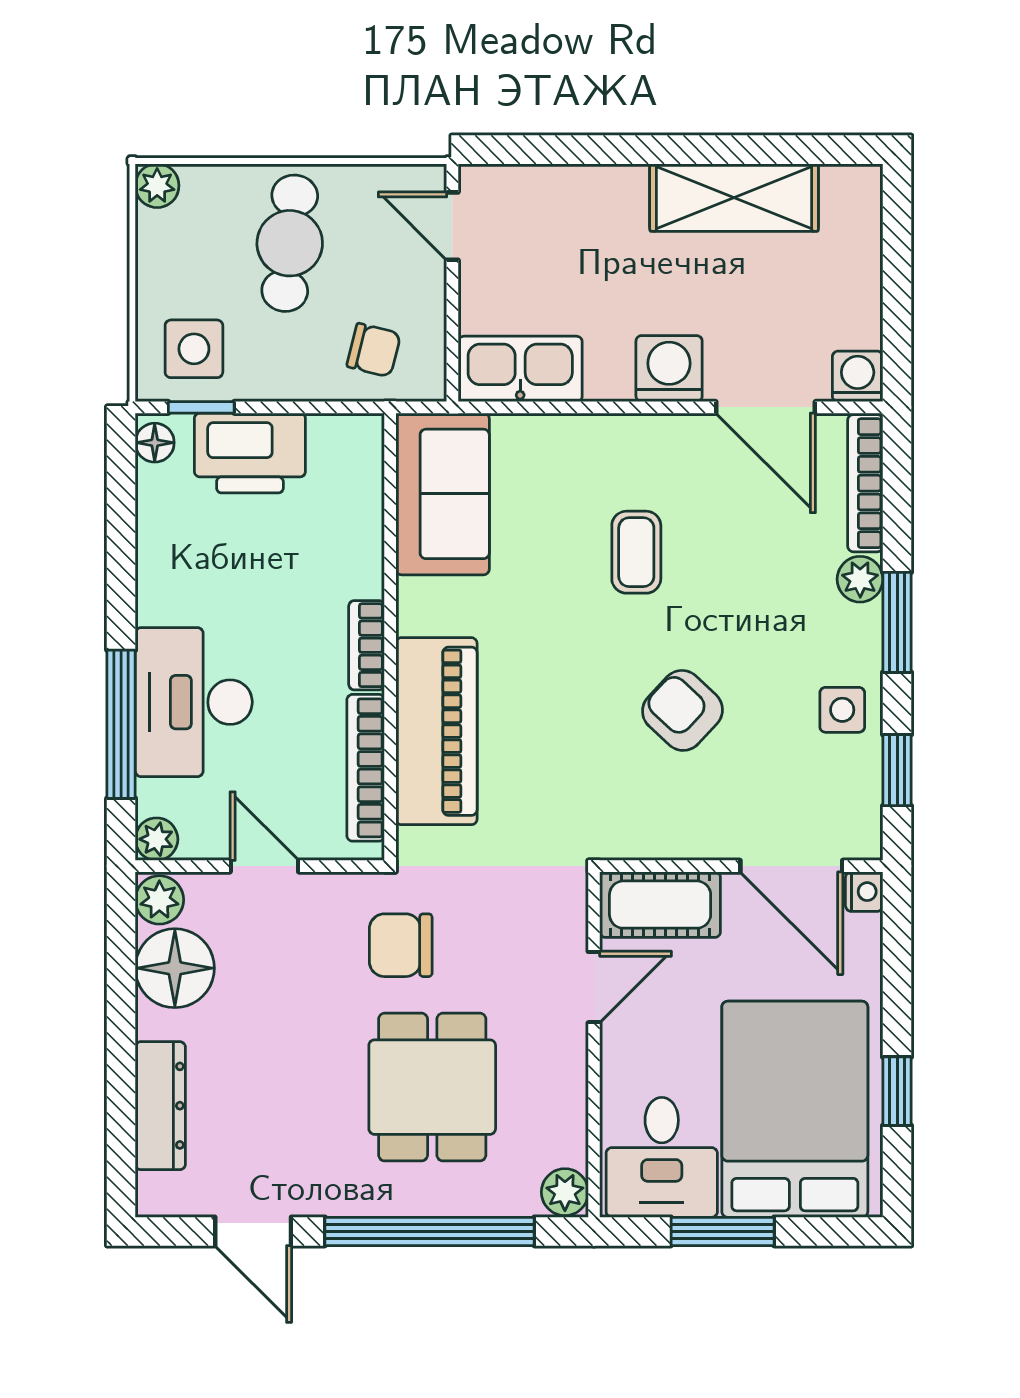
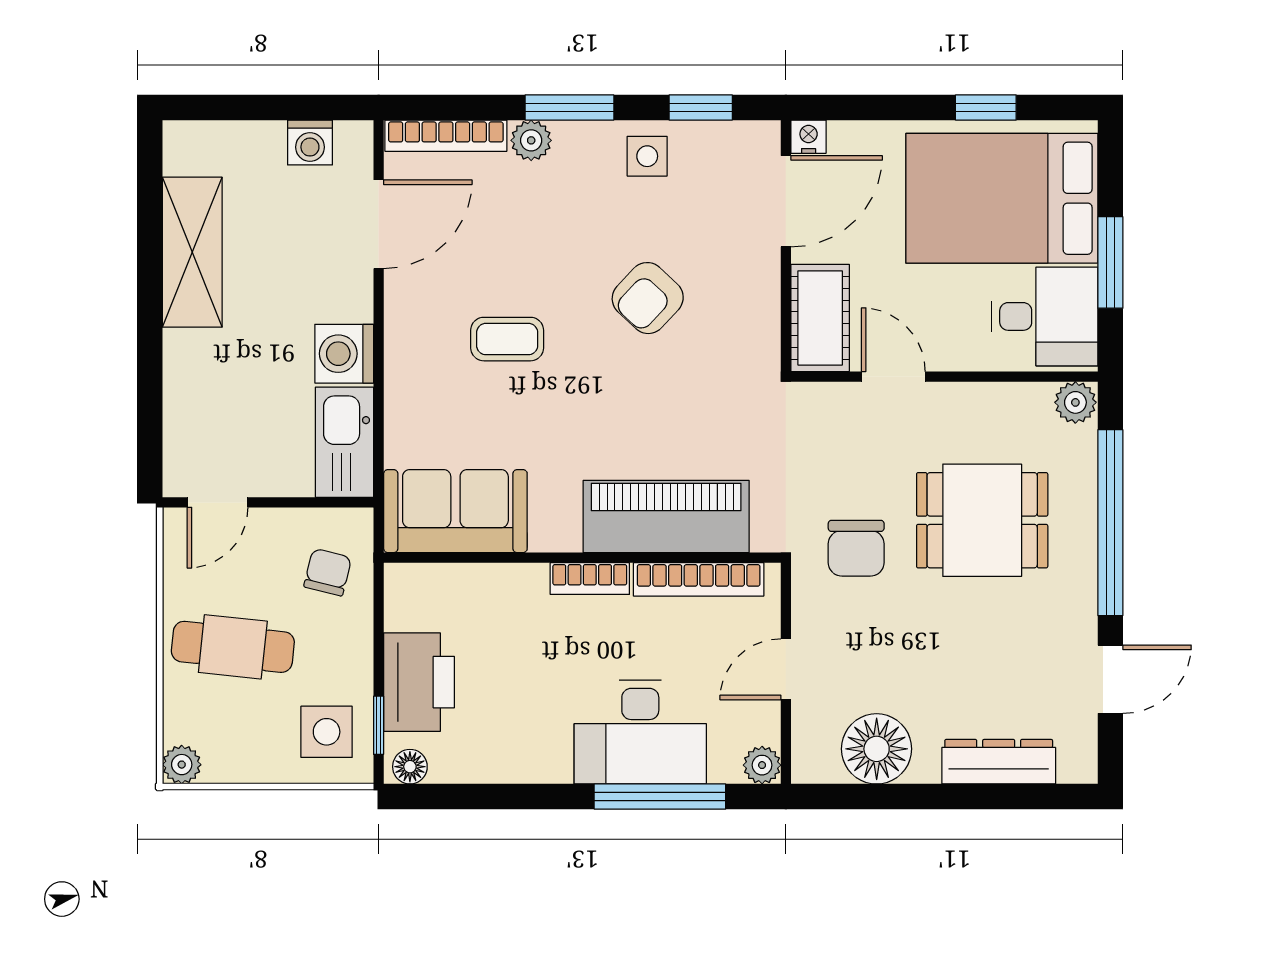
washing machine: (669, 369) -> (344, 354), moved
washing machine: (858, 376) -> (310, 143), moved, turned -90
plant: (159, 900) -> (816, 763), removed

